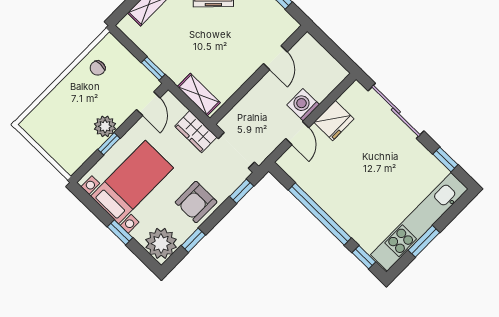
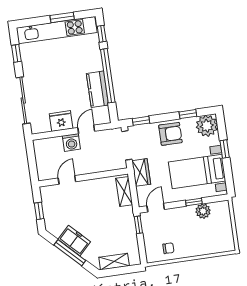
plant: (105, 126) -> (203, 211), moved
kitchen counter: (320, 189) -> (97, 89), added

